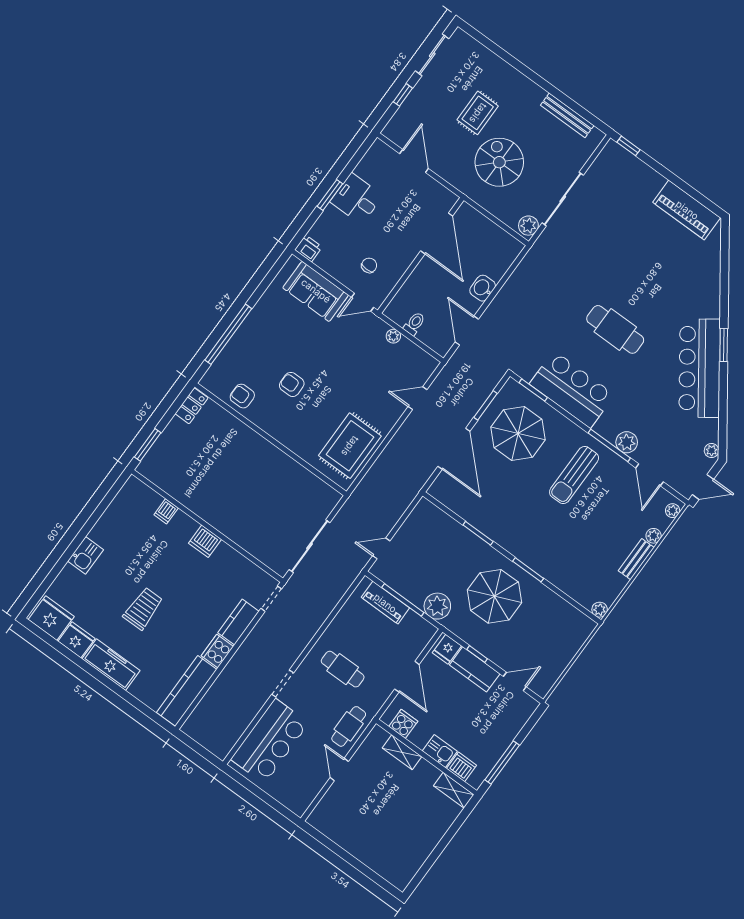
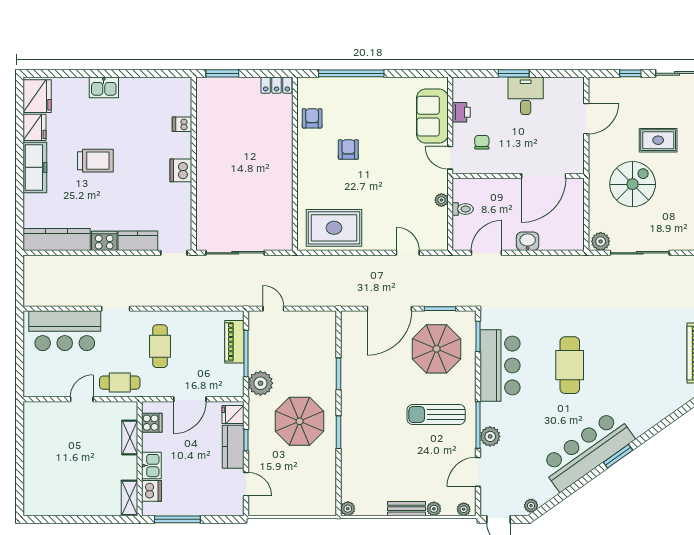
printer: (308, 248) -> (461, 112), moved
chair: (369, 265) -> (482, 142), turned -90

